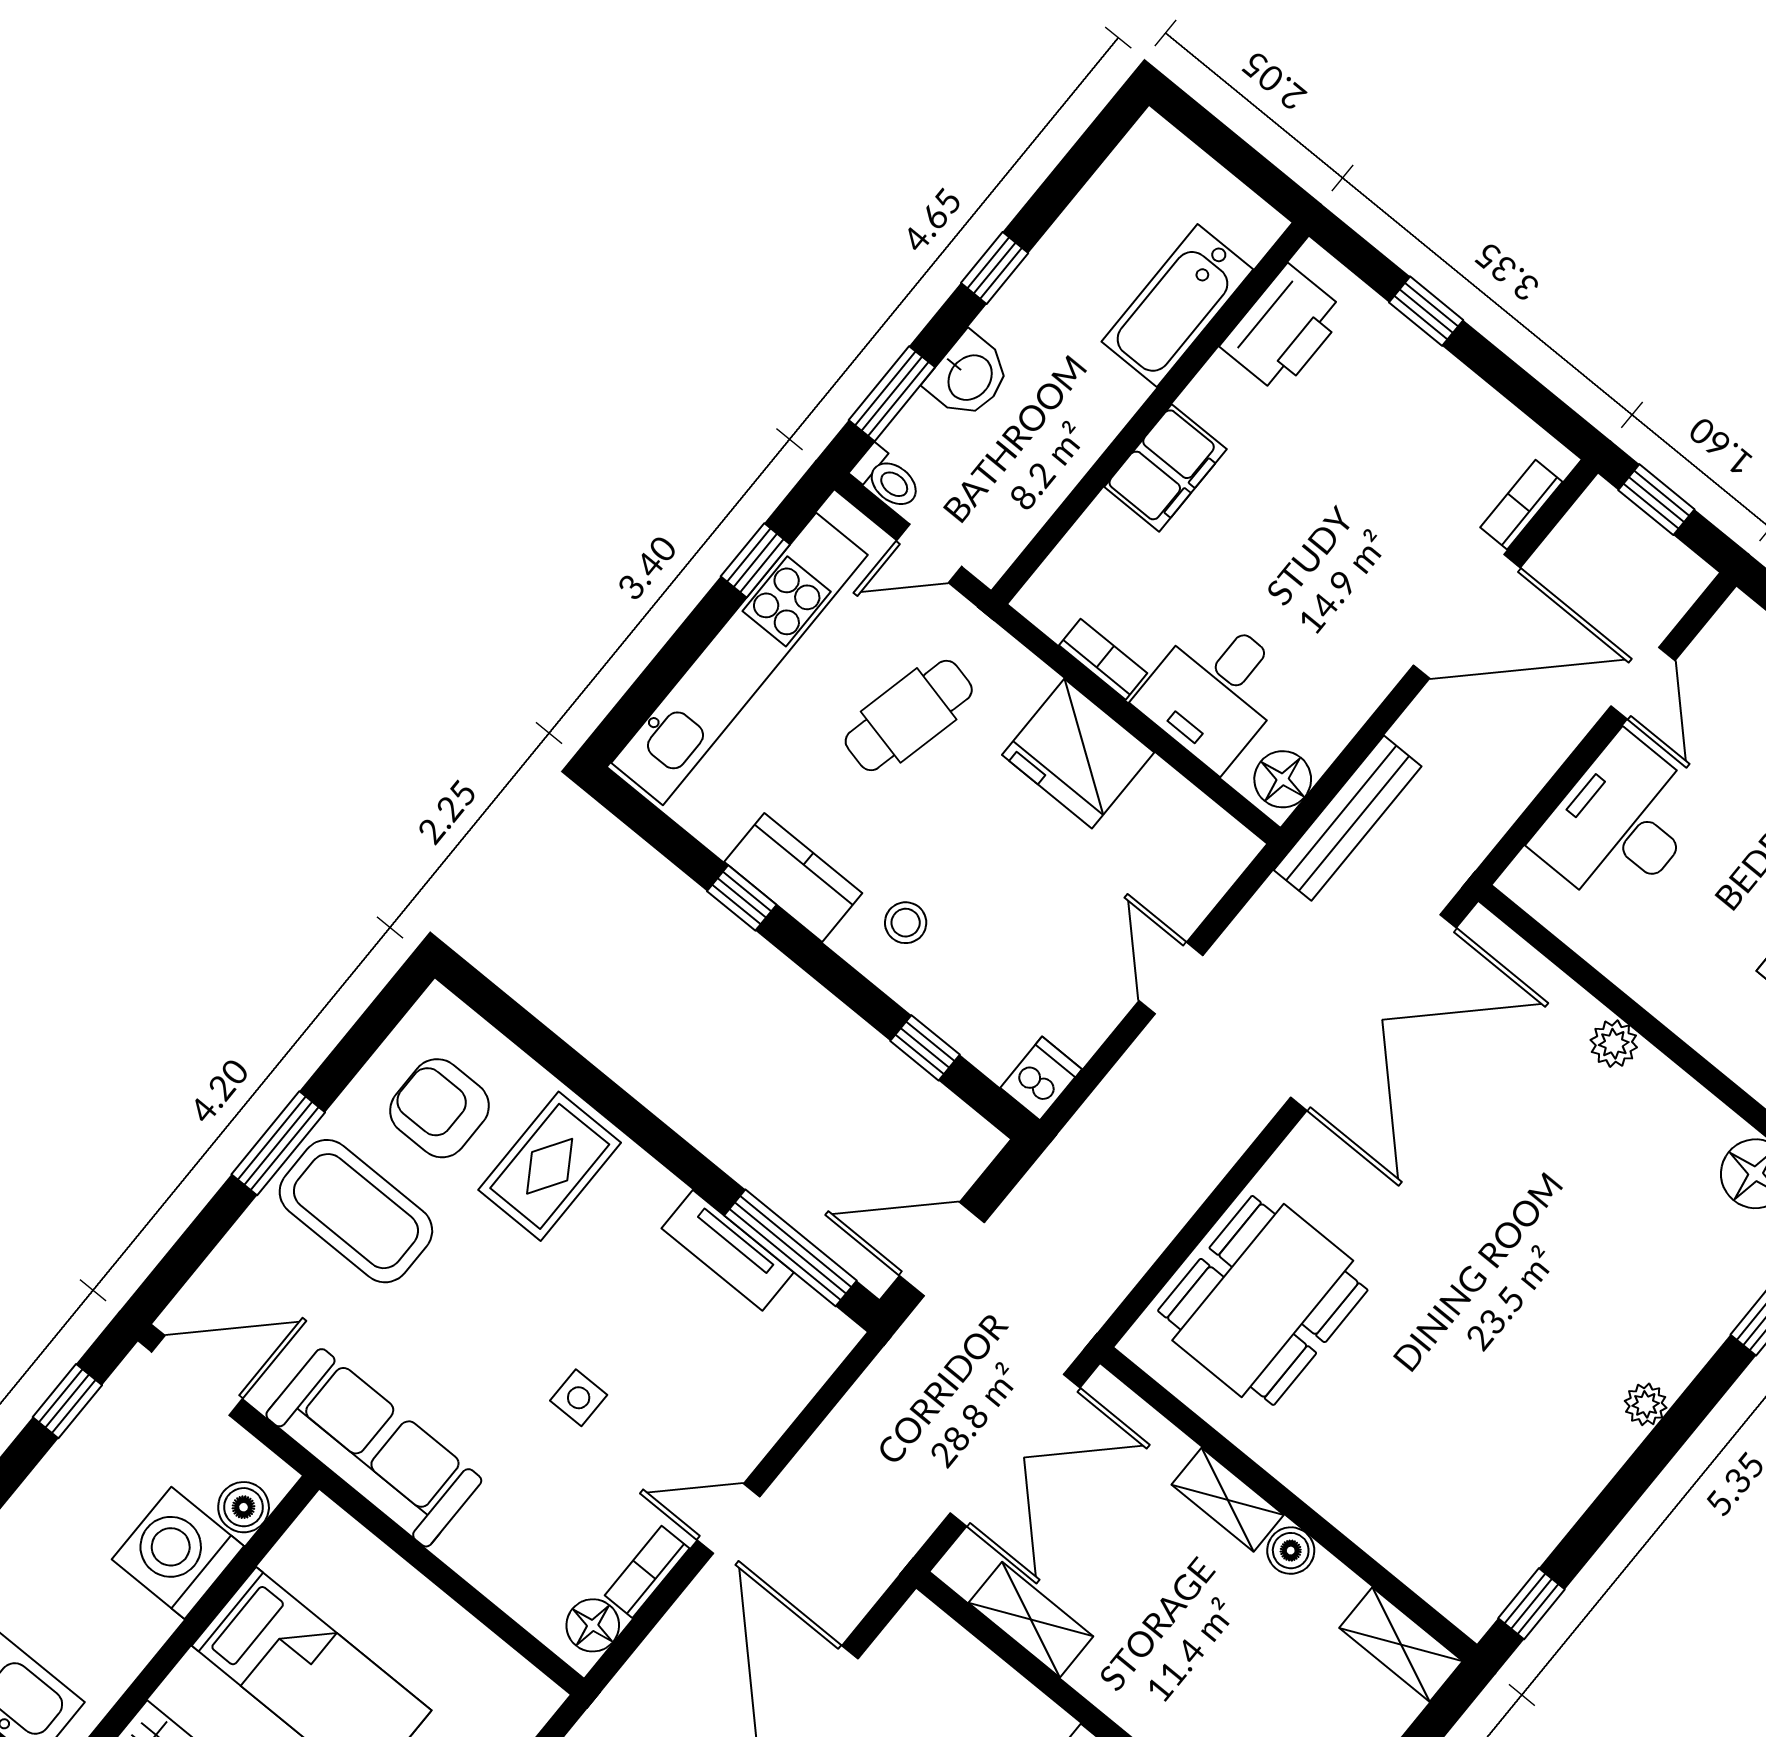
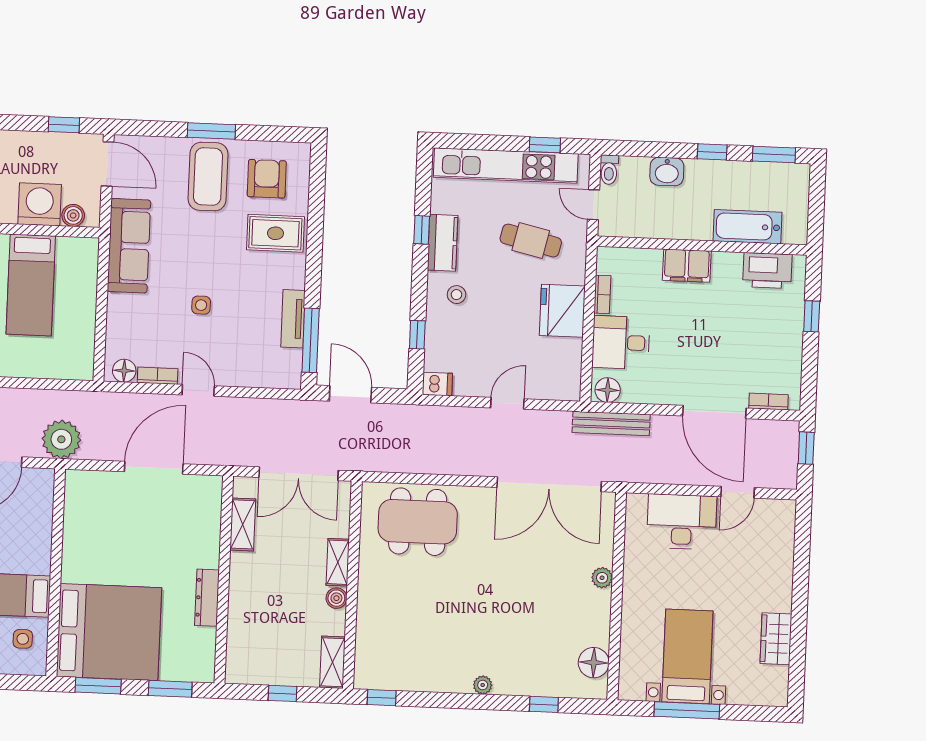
window: (892, 394) -> (774, 155), moved

